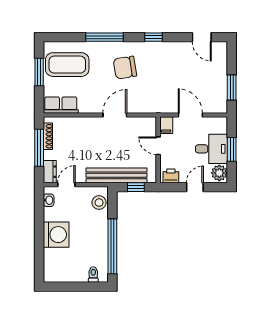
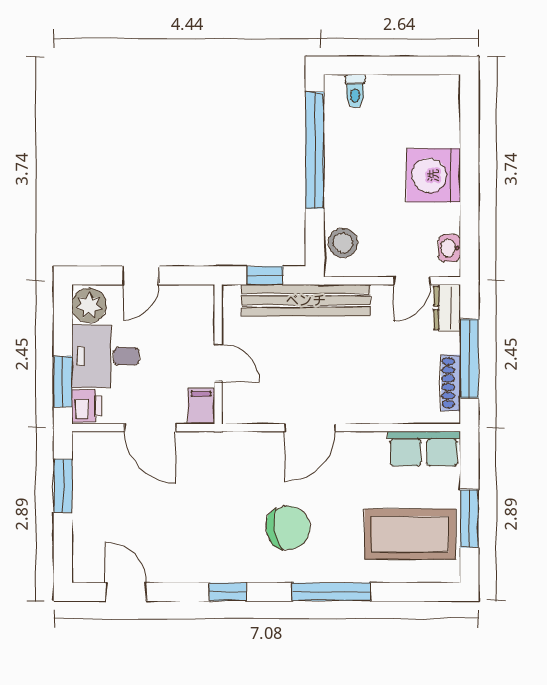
window: (232, 149) -> (63, 382), moved
printer: (171, 176) -> (87, 406), moved, turned -90

